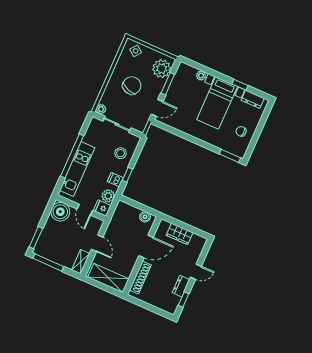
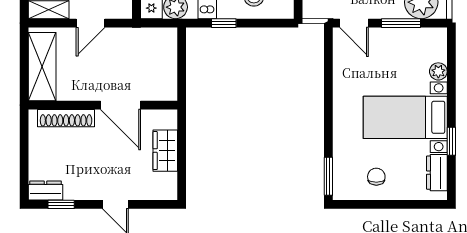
boiler: (145, 217) -> (168, 82), removed
dresser: (181, 286) -> (46, 190), moved

